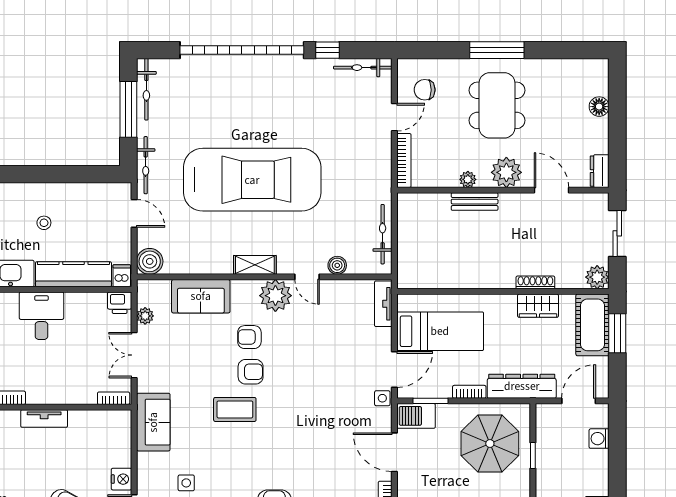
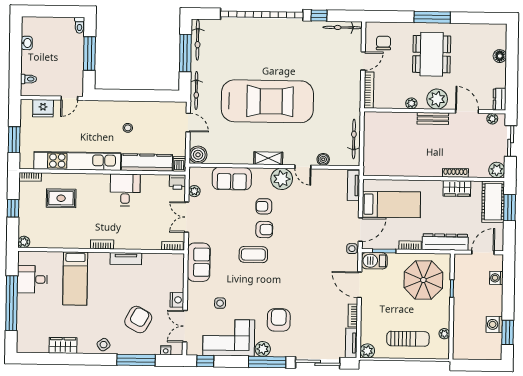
chair: (425, 90) -> (383, 43), turned 90
plant: (589, 201) -> (492, 119), added
bench: (475, 202) -> (433, 118), moved

